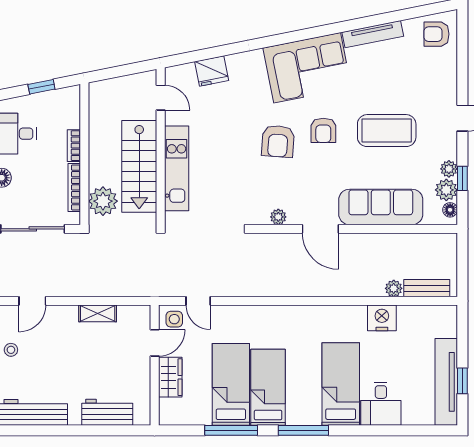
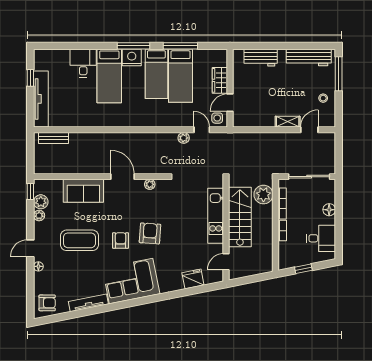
door: (161, 98) -> (226, 262), hinge flipped
window: (462, 178) -> (30, 192), moved
sofa: (381, 207) -> (83, 191), width x0.73
floor lamp: (450, 210) -> (38, 266), moved
plant: (394, 288) -> (184, 138), moved
shelving: (98, 313) -> (288, 122), moved
nightstand: (382, 318) -> (132, 58), moved, turned 180
tv unit: (446, 382) -> (41, 99), moved

